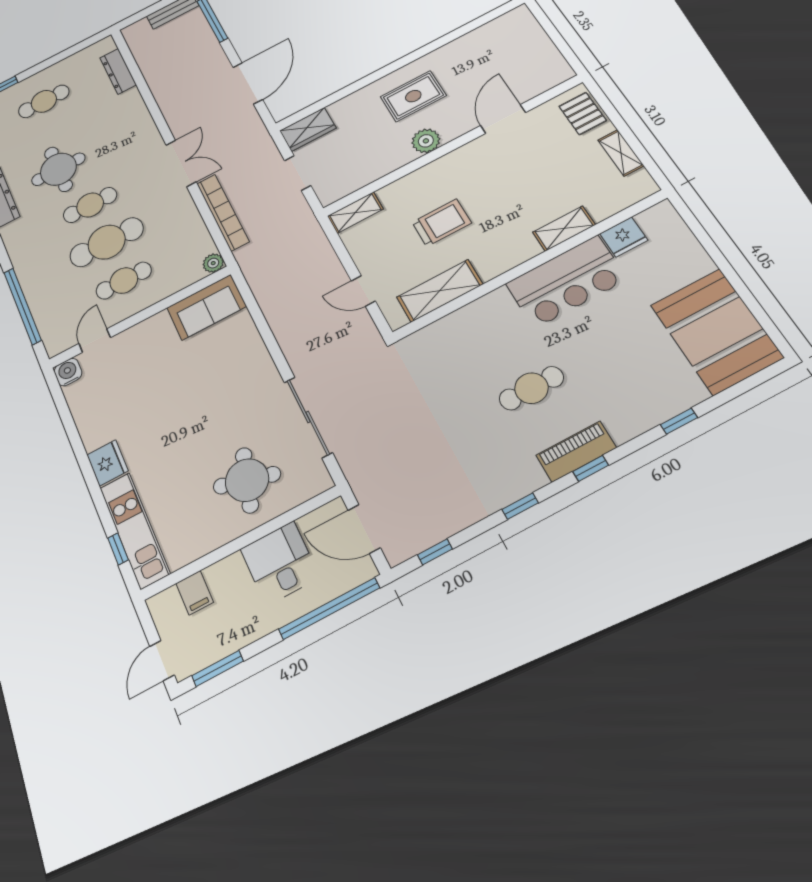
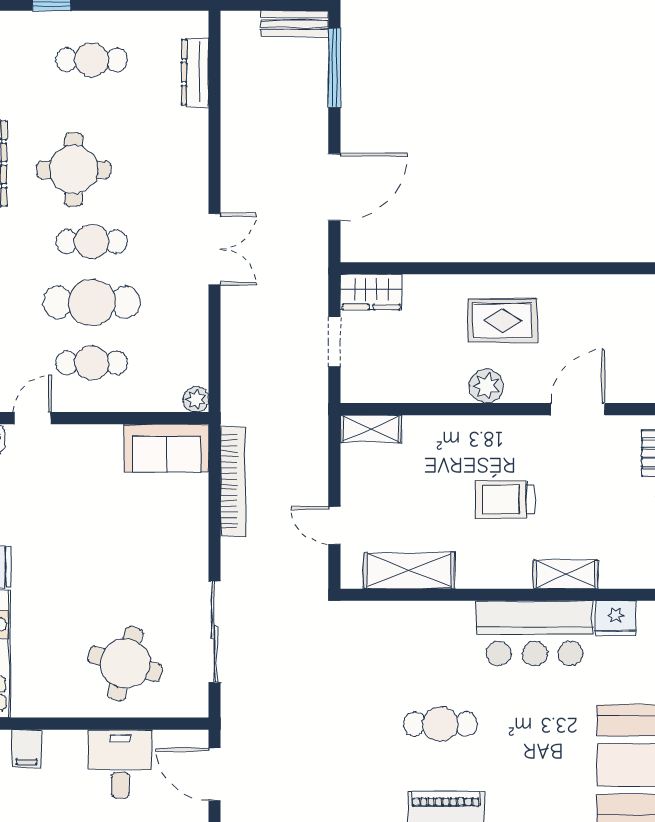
bookcase: (223, 212) -> (233, 481), moved
trolley: (442, 223) -> (505, 499), moved, turned 180

